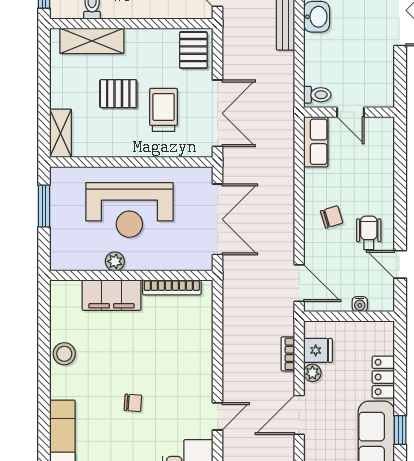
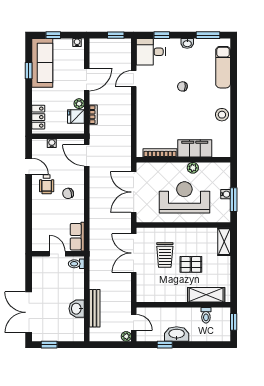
pallet: (193, 50) -> (148, 289), removed
water cooler: (58, 216) -> (226, 194), added
locker: (383, 377) -> (38, 117), moved

